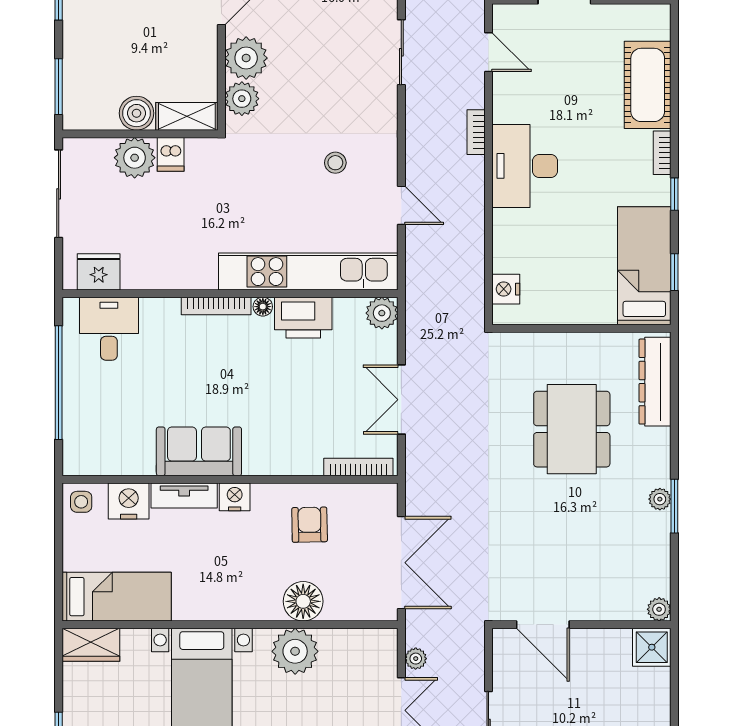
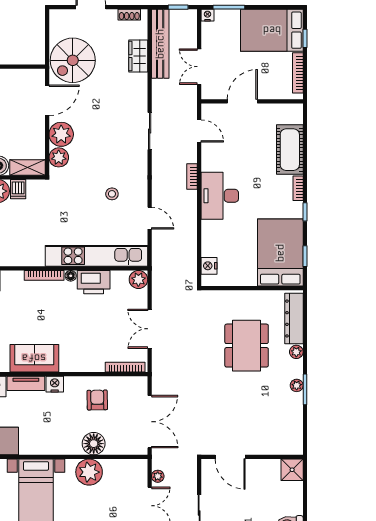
bed: (644, 266) -> (280, 253), width x1.50
plant: (659, 609) -> (296, 352), moved

